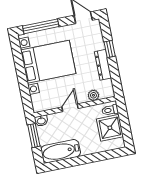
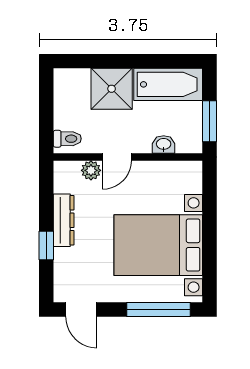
door: (70, 108) -> (117, 157), moved
washbasin: (41, 121) -> (164, 144), moved
shower: (110, 128) -> (112, 89), moved

